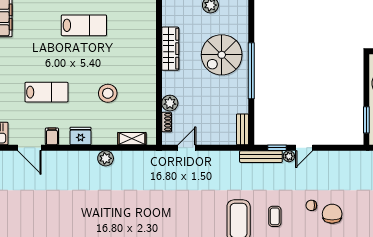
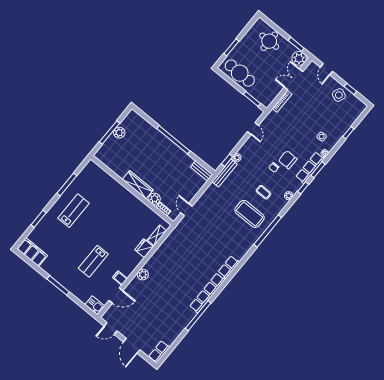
wardrobe: (170, 49) -> (138, 185), moved
spiral stairs: (222, 55) -> (151, 149), removed
lab bench: (46, 92) -> (93, 261), turned 180
stool: (108, 93) -> (121, 228), removed
fridge: (81, 136) -> (144, 248), moved
door: (304, 148) -> (253, 129), moved
plant: (106, 158) -> (143, 275), moved

